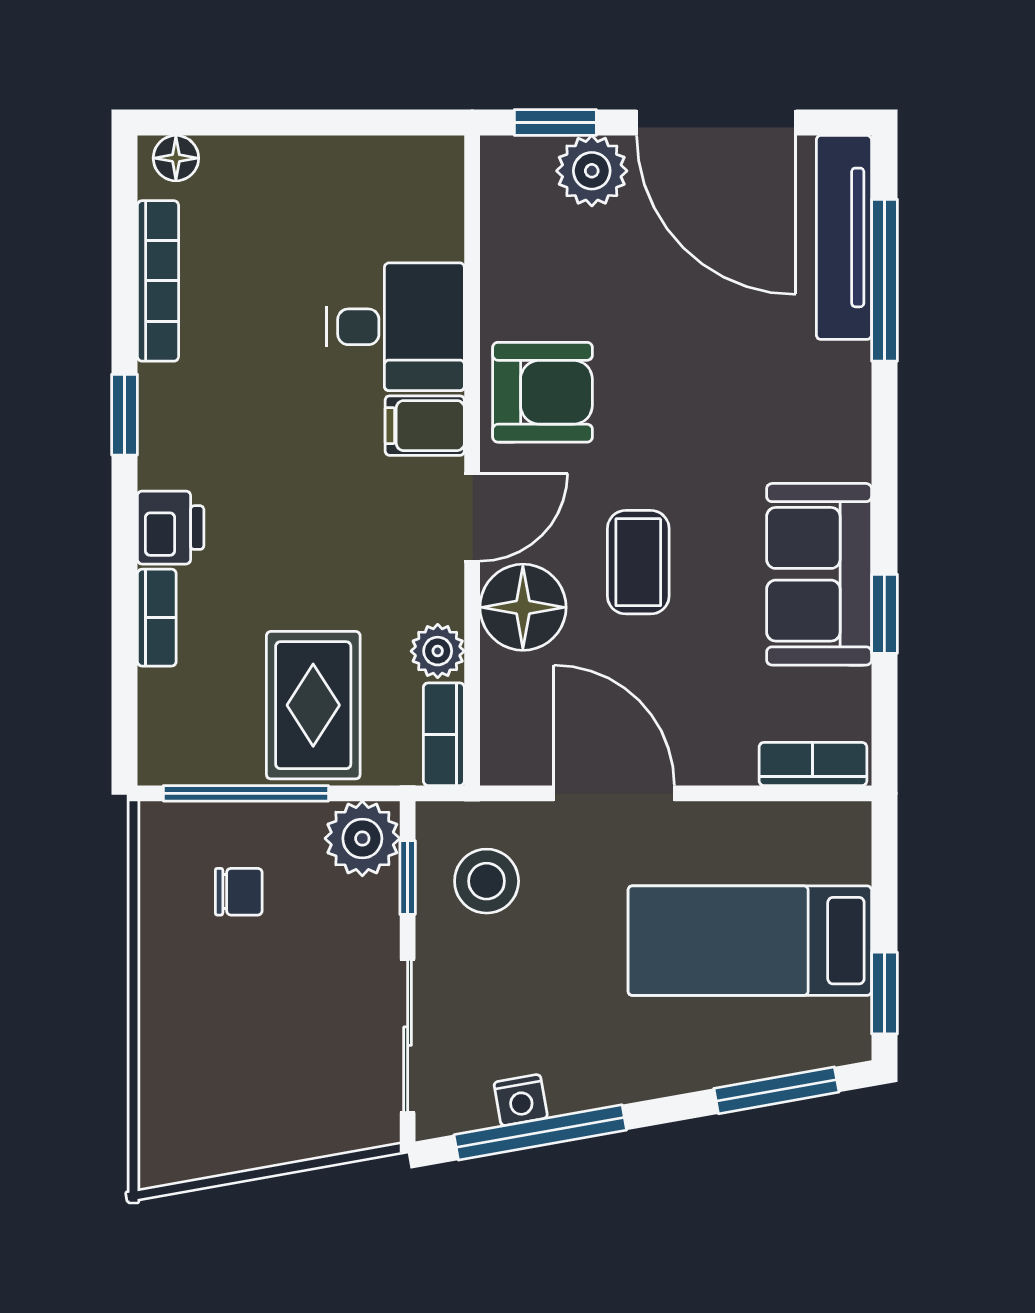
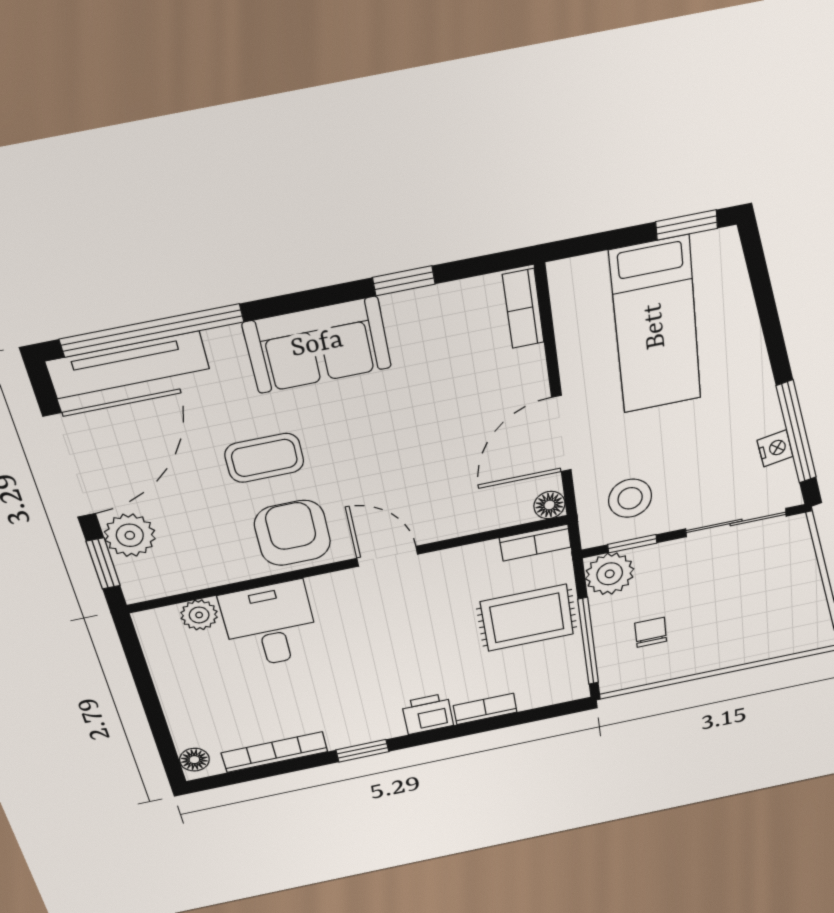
window: (884, 280) -> (152, 331), width x1.46
filing cabinet: (425, 426) -> (332, 595), removed
coffee table: (638, 562) -> (264, 458), moved
sofa: (819, 574) -> (317, 345), moved
floor lamp: (523, 607) -> (549, 505), moved, width x0.53, depth x0.53
plant: (438, 651) -> (199, 615), moved
window: (776, 1090) -> (762, 287), removed

